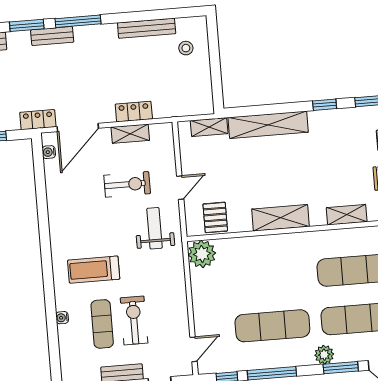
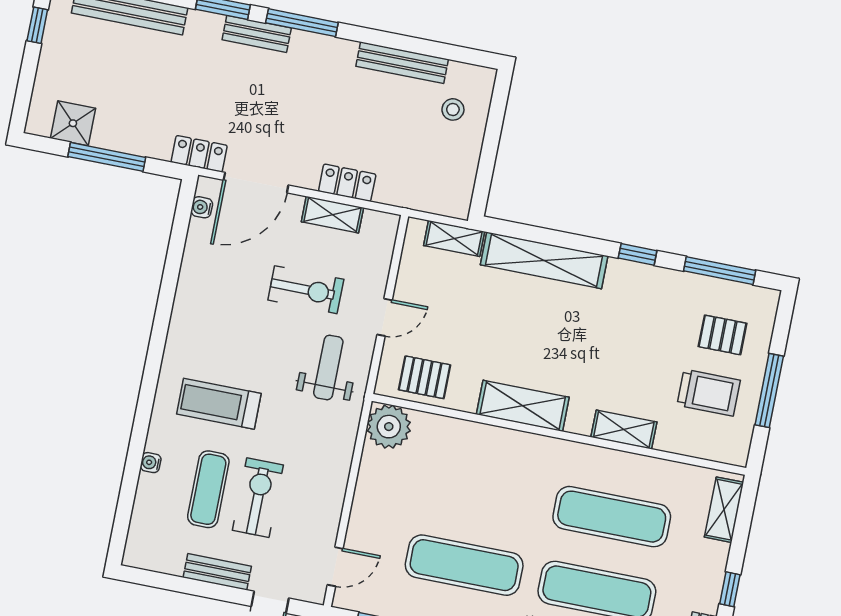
pallet: (215, 217) -> (424, 377), turned 90

